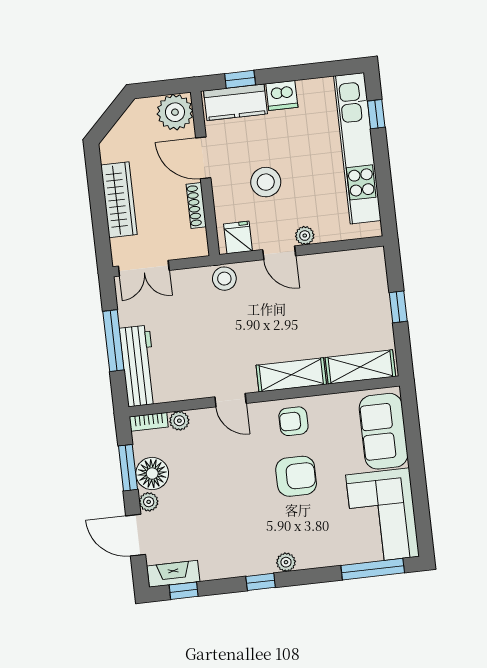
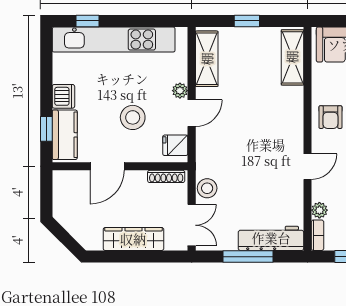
plant: (175, 112) -> (67, 185), removed
shoe rack: (196, 206) -> (166, 176), moved
stool: (224, 279) -> (207, 188), moved
shelving: (291, 375) -> (207, 59), moved

